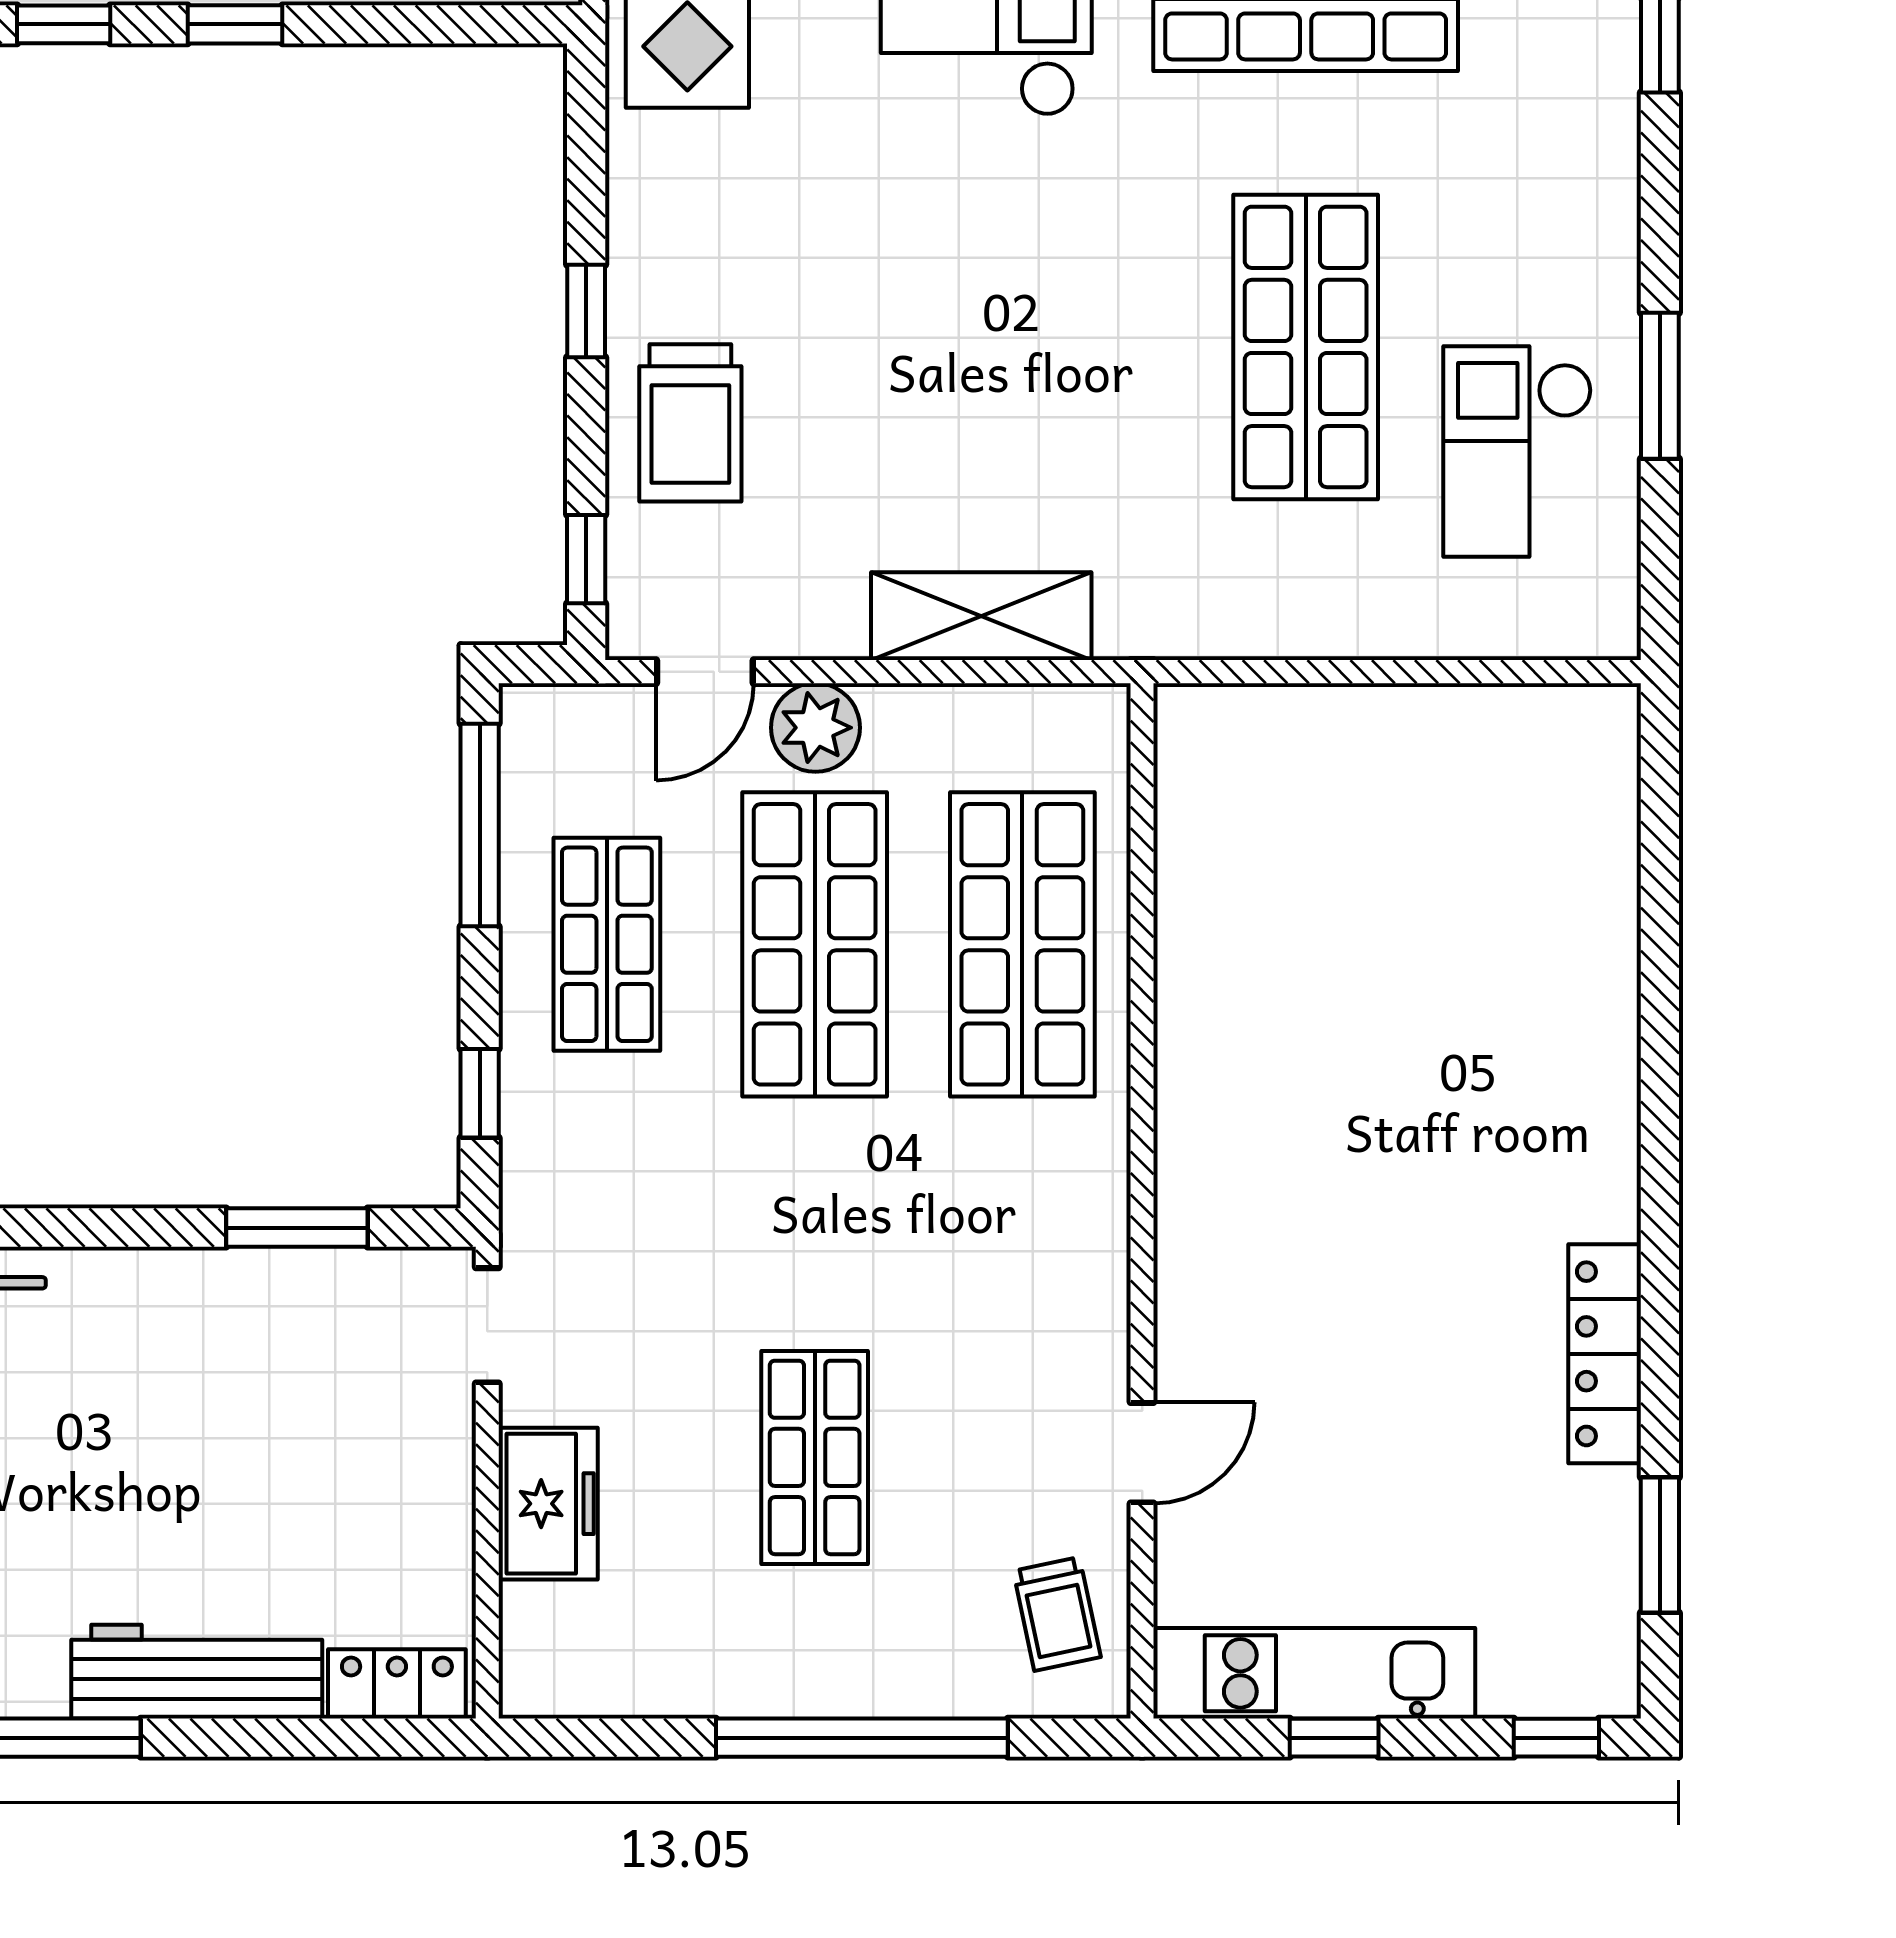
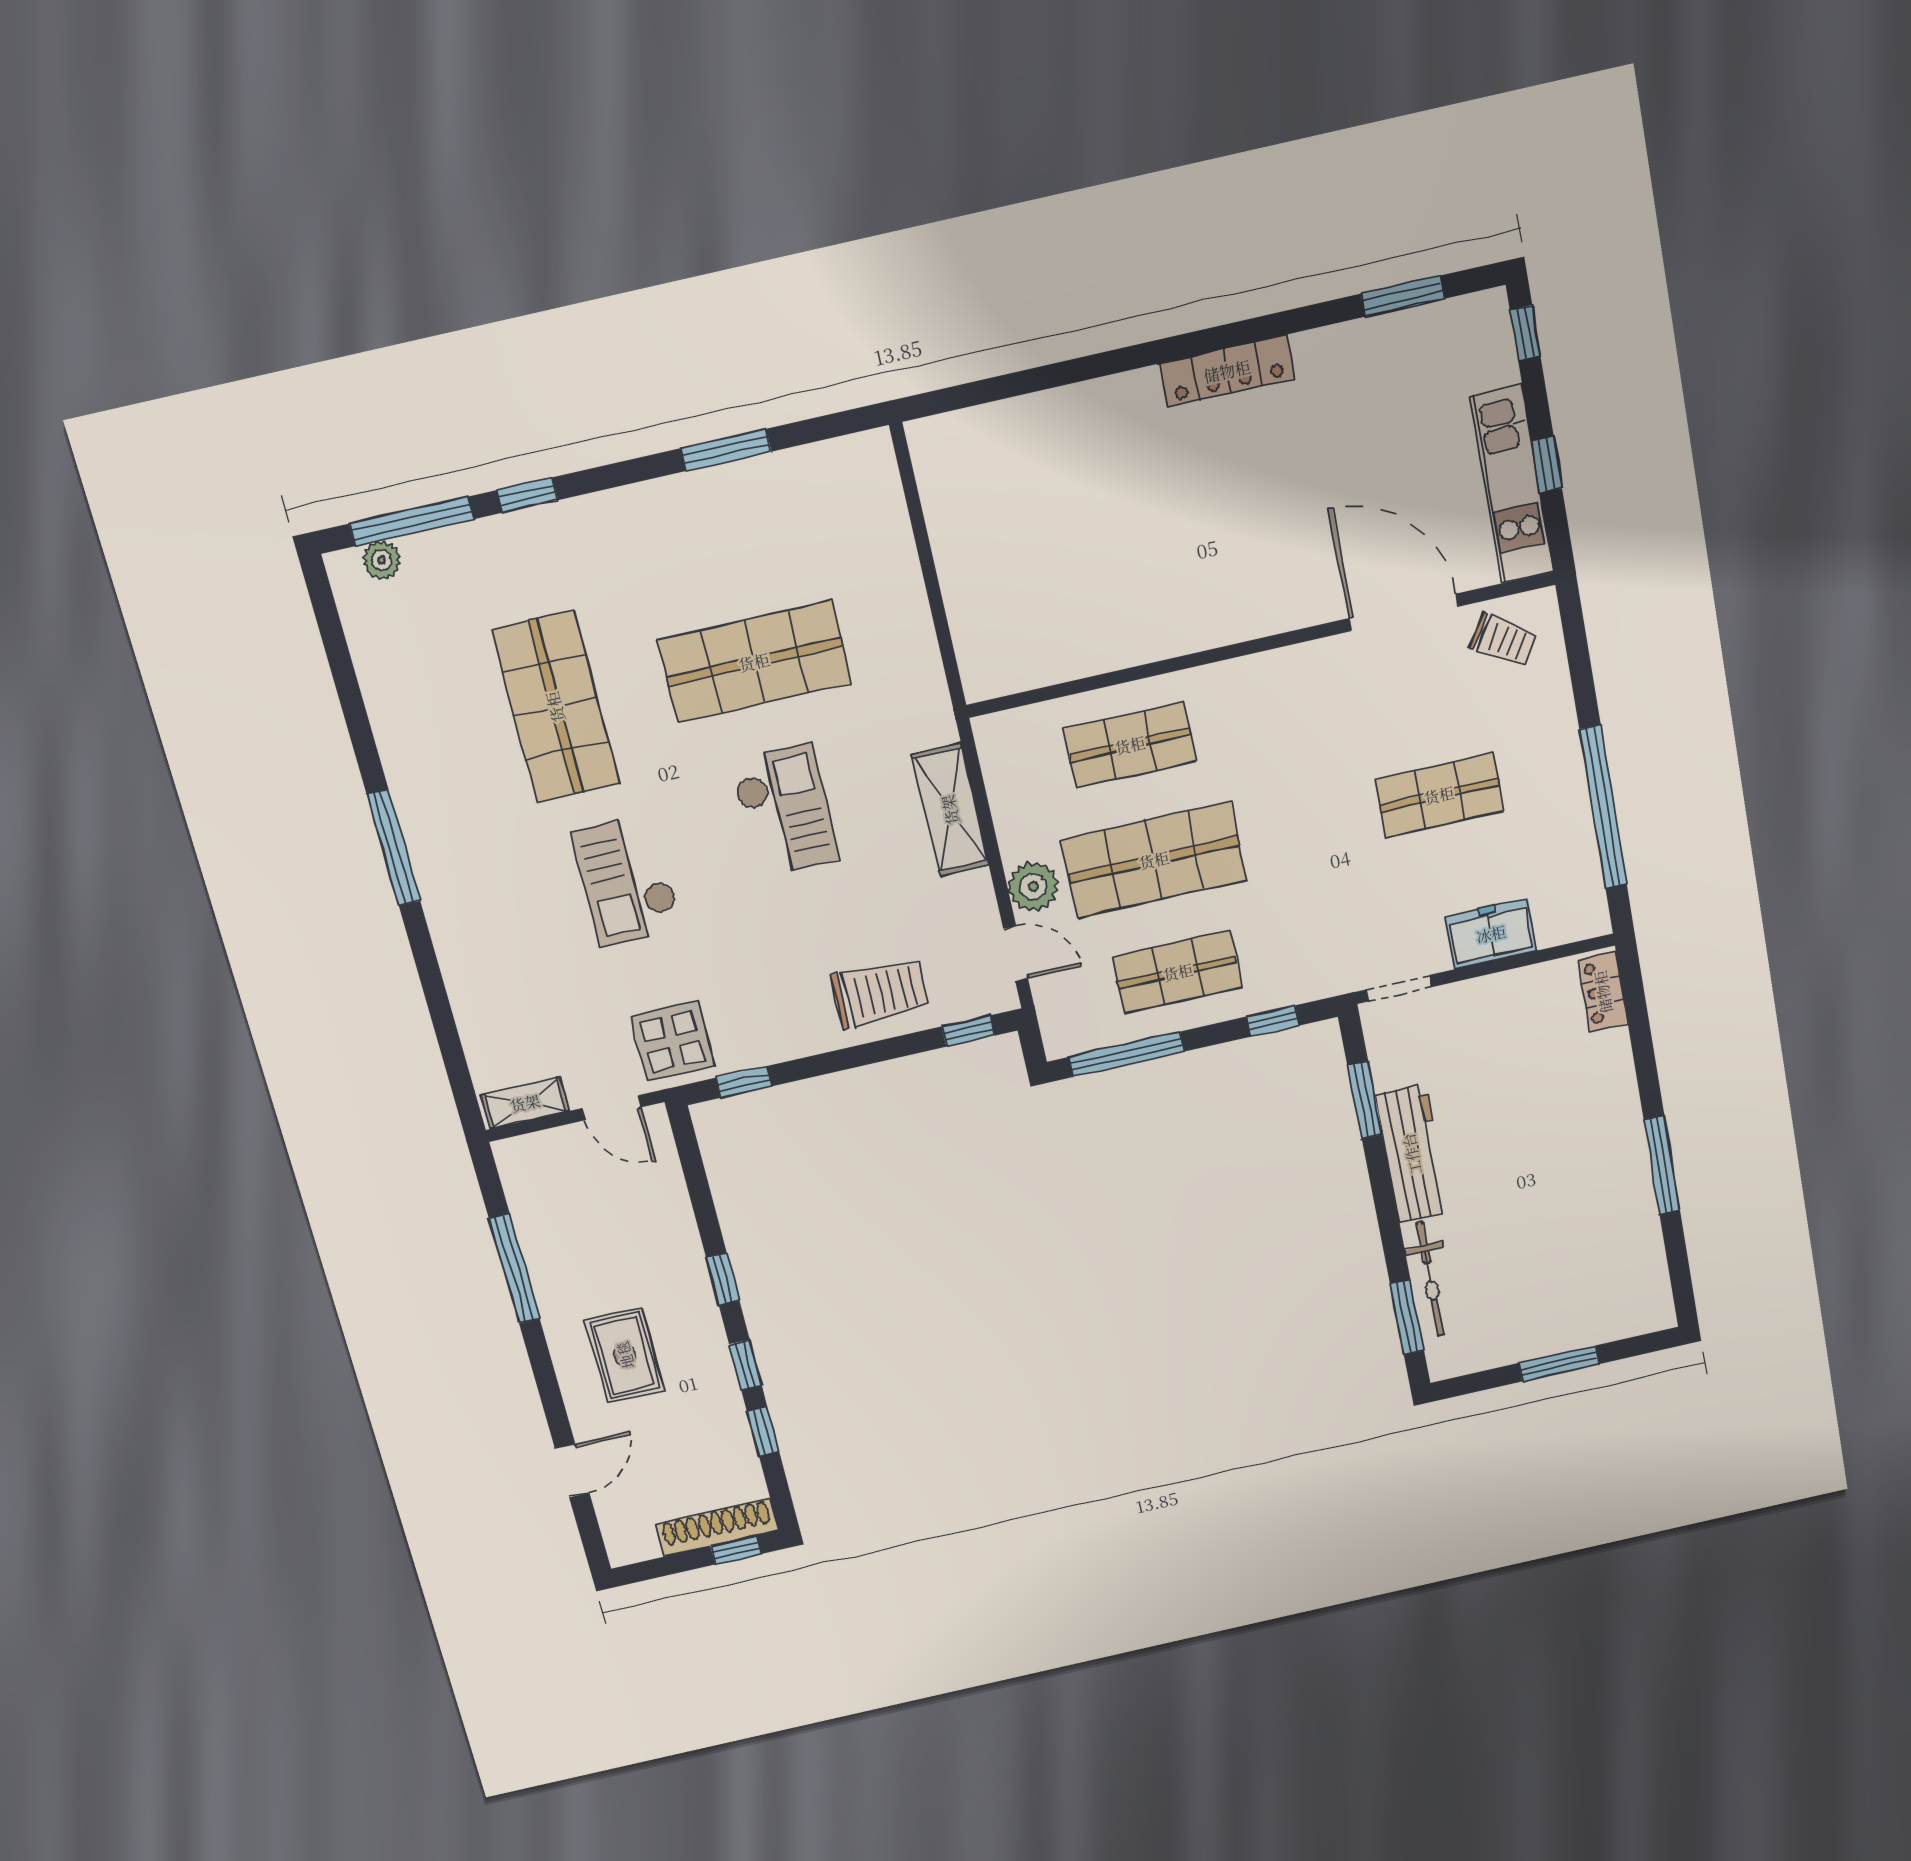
window: (586, 311) -> (744, 1082), moved
checkout: (1517, 452) -> (785, 810), moved, turned -90
shop shelf: (1022, 944) -> (1130, 745), width x0.70, depth x0.74
locker: (1605, 1354) -> (1227, 371), moved
door: (1142, 1453) -> (1404, 612), width x1.87
trolley: (1057, 1614) -> (1503, 640), turned 44
workbench: (197, 1672) -> (1412, 1154), moved, turned 180
window: (862, 1738) -> (1603, 807), moved

